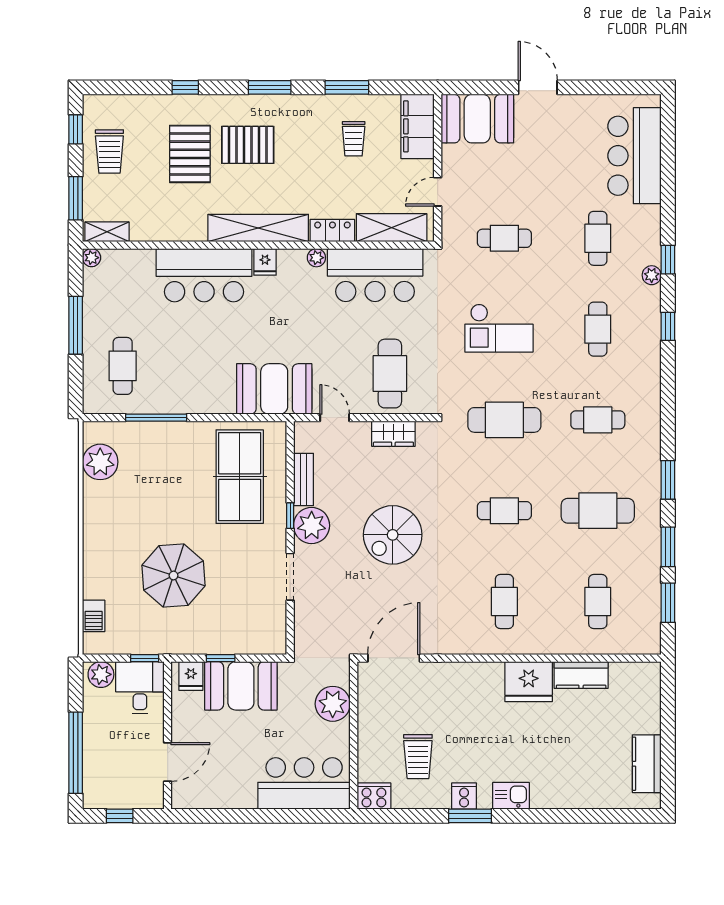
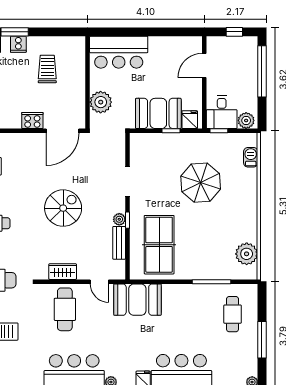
plant: (312, 526) -> (119, 219), width x0.53, depth x0.53
cooker: (374, 796) -> (32, 120), moved, turned 180

